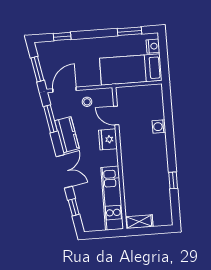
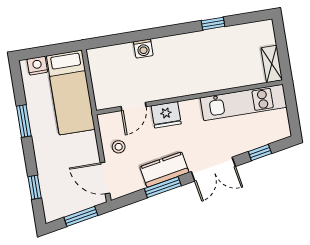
window: (129, 31) -> (24, 121), moved
window: (50, 119) -> (163, 187), moved
double door: (64, 171) -> (213, 169), swing flipped

